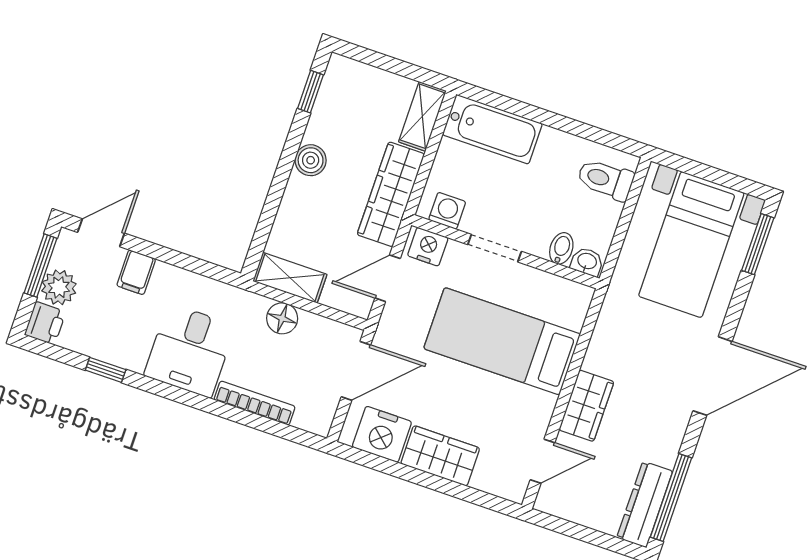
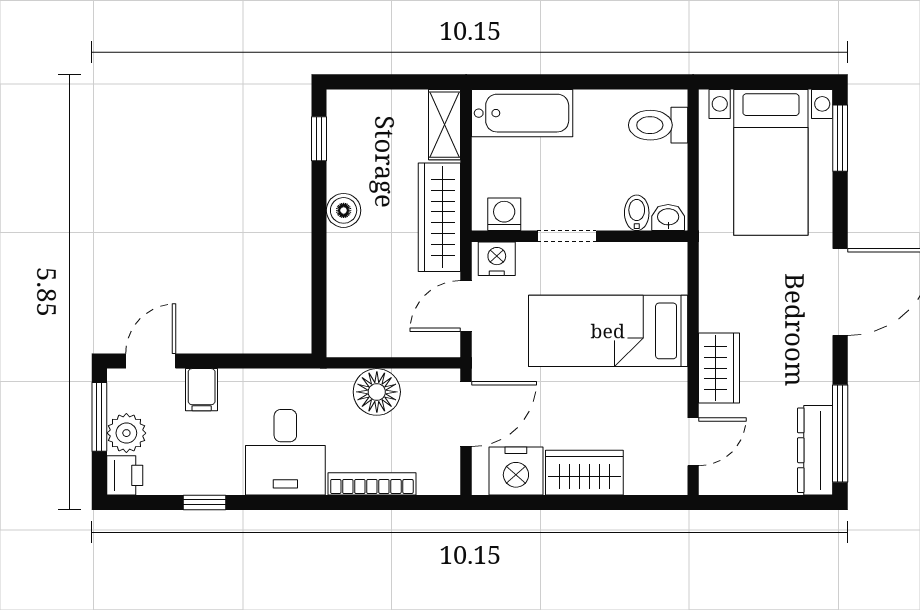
shelving: (290, 278) -> (364, 340), removed
floor lamp: (282, 318) -> (377, 392), width x1.38, depth x1.38

